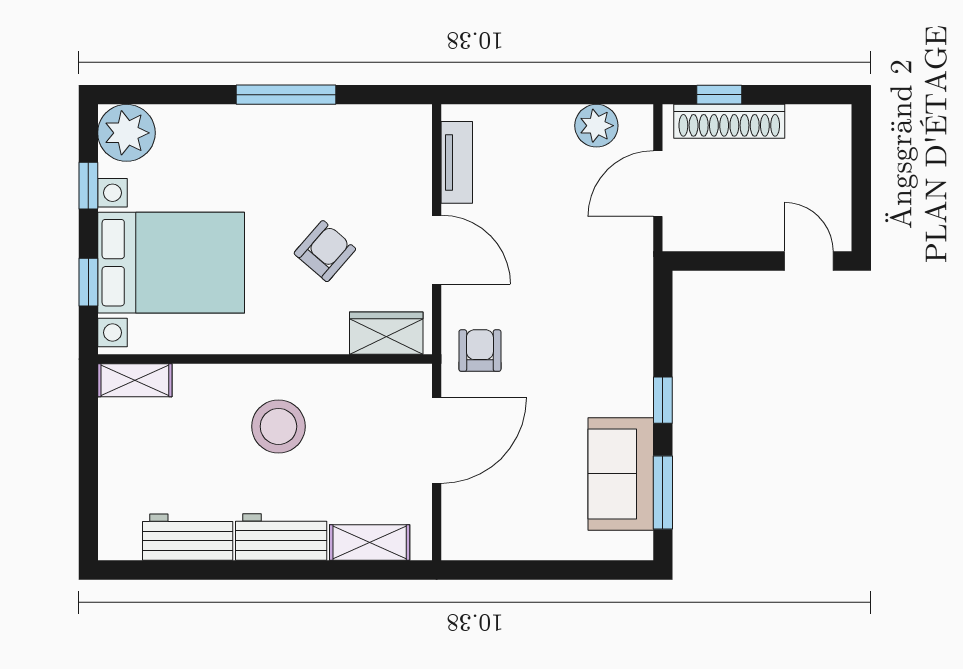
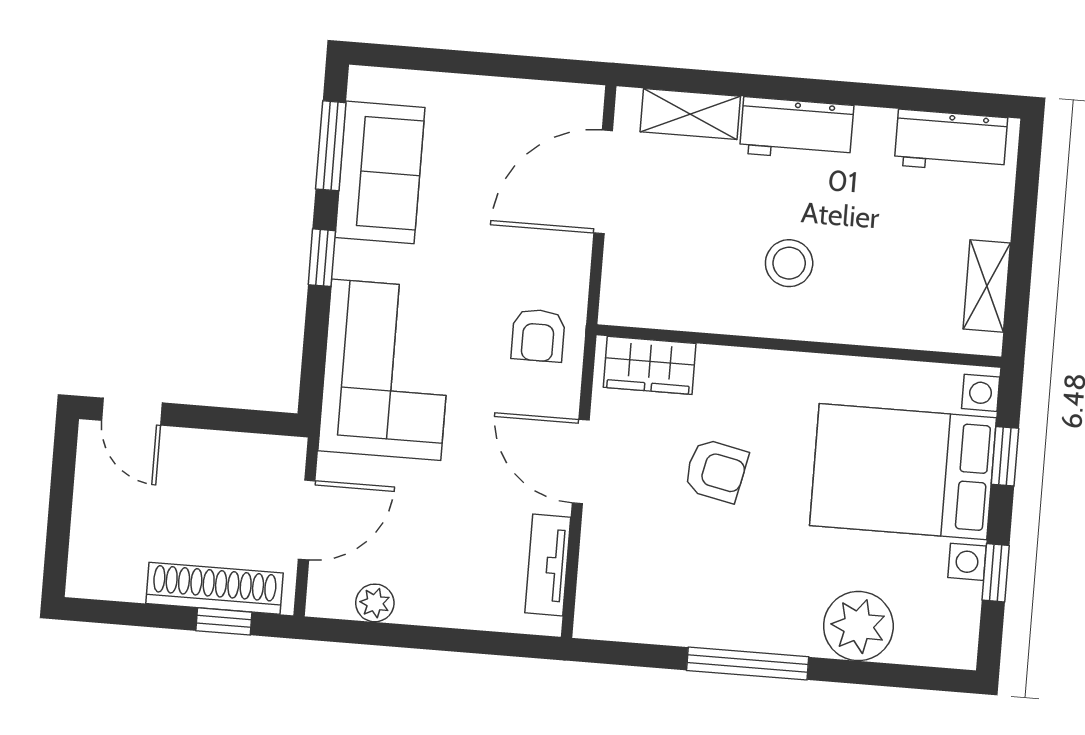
plant: (596, 126) -> (375, 603), width x0.73, depth x0.73
plant: (126, 133) -> (858, 626), moved
armchair: (325, 251) -> (716, 471), turned -119
corner sofa: (603, 312) -> (386, 370), added
shelving: (135, 380) -> (987, 286), moved, turned 90
stool: (278, 426) -> (789, 263), width x0.73, depth x0.73
door: (437, 441) -> (603, 182), moved
workbench: (188, 537) -> (951, 141), moved

